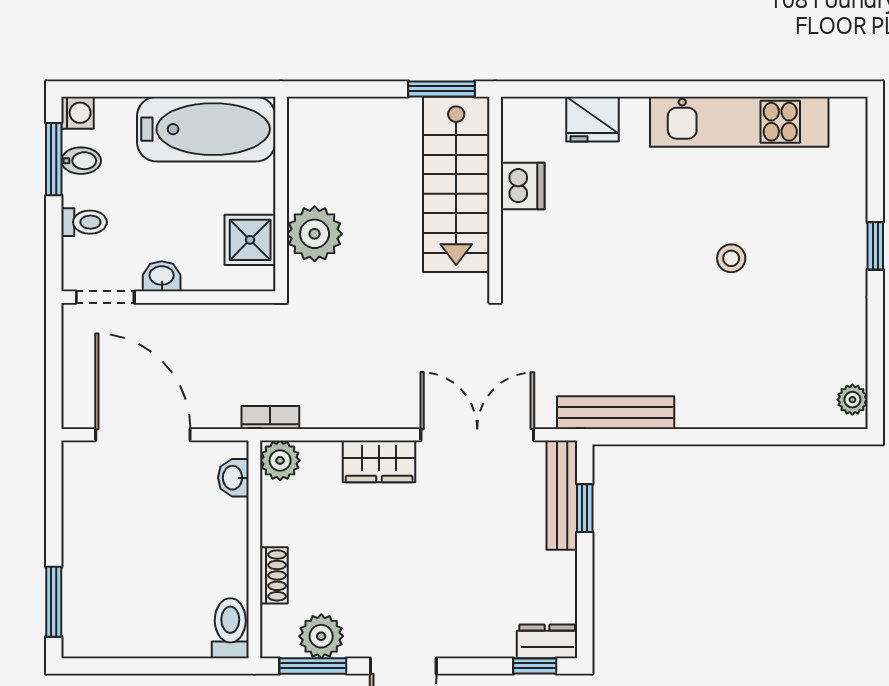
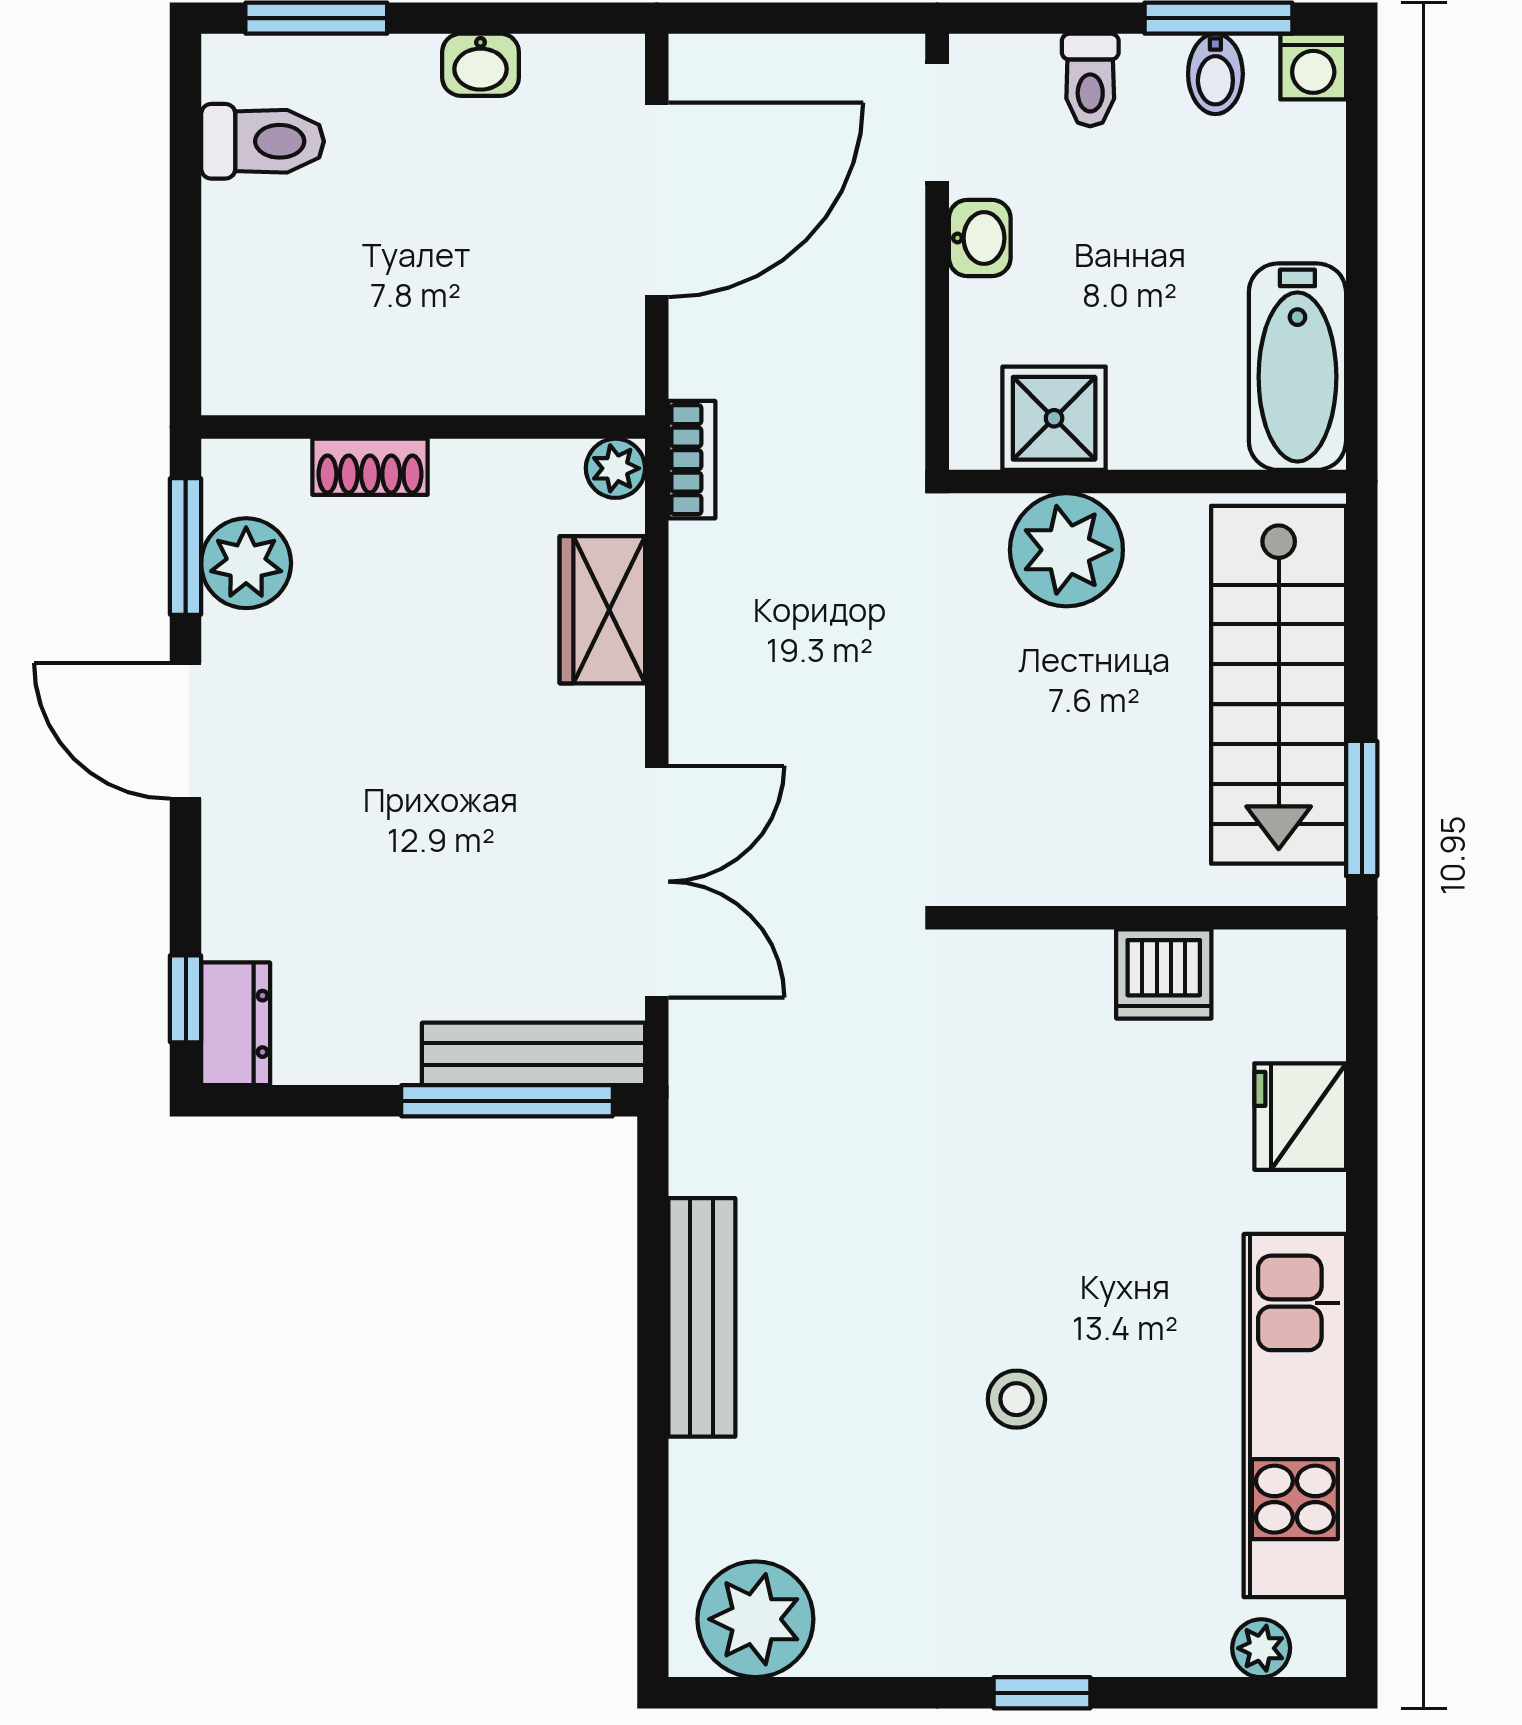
bathtub: (206, 129) -> (1297, 367), width x0.73, depth x0.73
plant: (853, 138) -> (1261, 1648), added
stairs: (456, 184) -> (1279, 685), moved, turned -90
plant: (852, 400) -> (755, 1619), width x1.87, depth x1.87
bench: (616, 413) -> (702, 1317), moved
plant: (280, 460) -> (615, 468), width x0.73, depth x0.73
wardrobe: (379, 461) -> (602, 610), moved
washbasin: (233, 478) -> (481, 65), moved, turned 180
window: (585, 508) -> (507, 1101), width x2.17
toilet: (230, 628) -> (263, 141), moved

